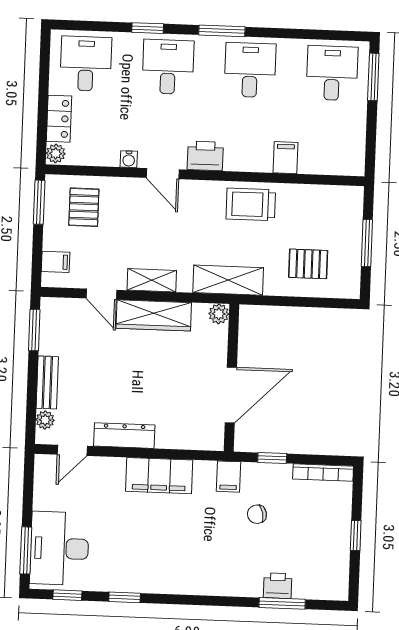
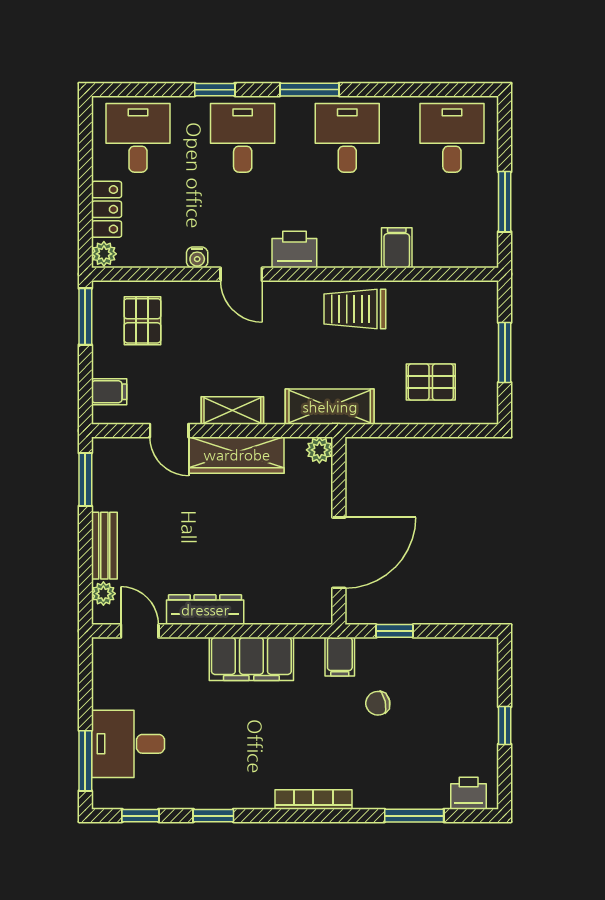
window: (373, 77) -> (505, 202), moved
door: (72, 450) -> (140, 631), swing flipped
bookcase: (323, 473) -> (313, 799), moved, turned 180
desk: (59, 548) -> (128, 744), width x0.73
printer: (278, 586) -> (469, 793), moved

